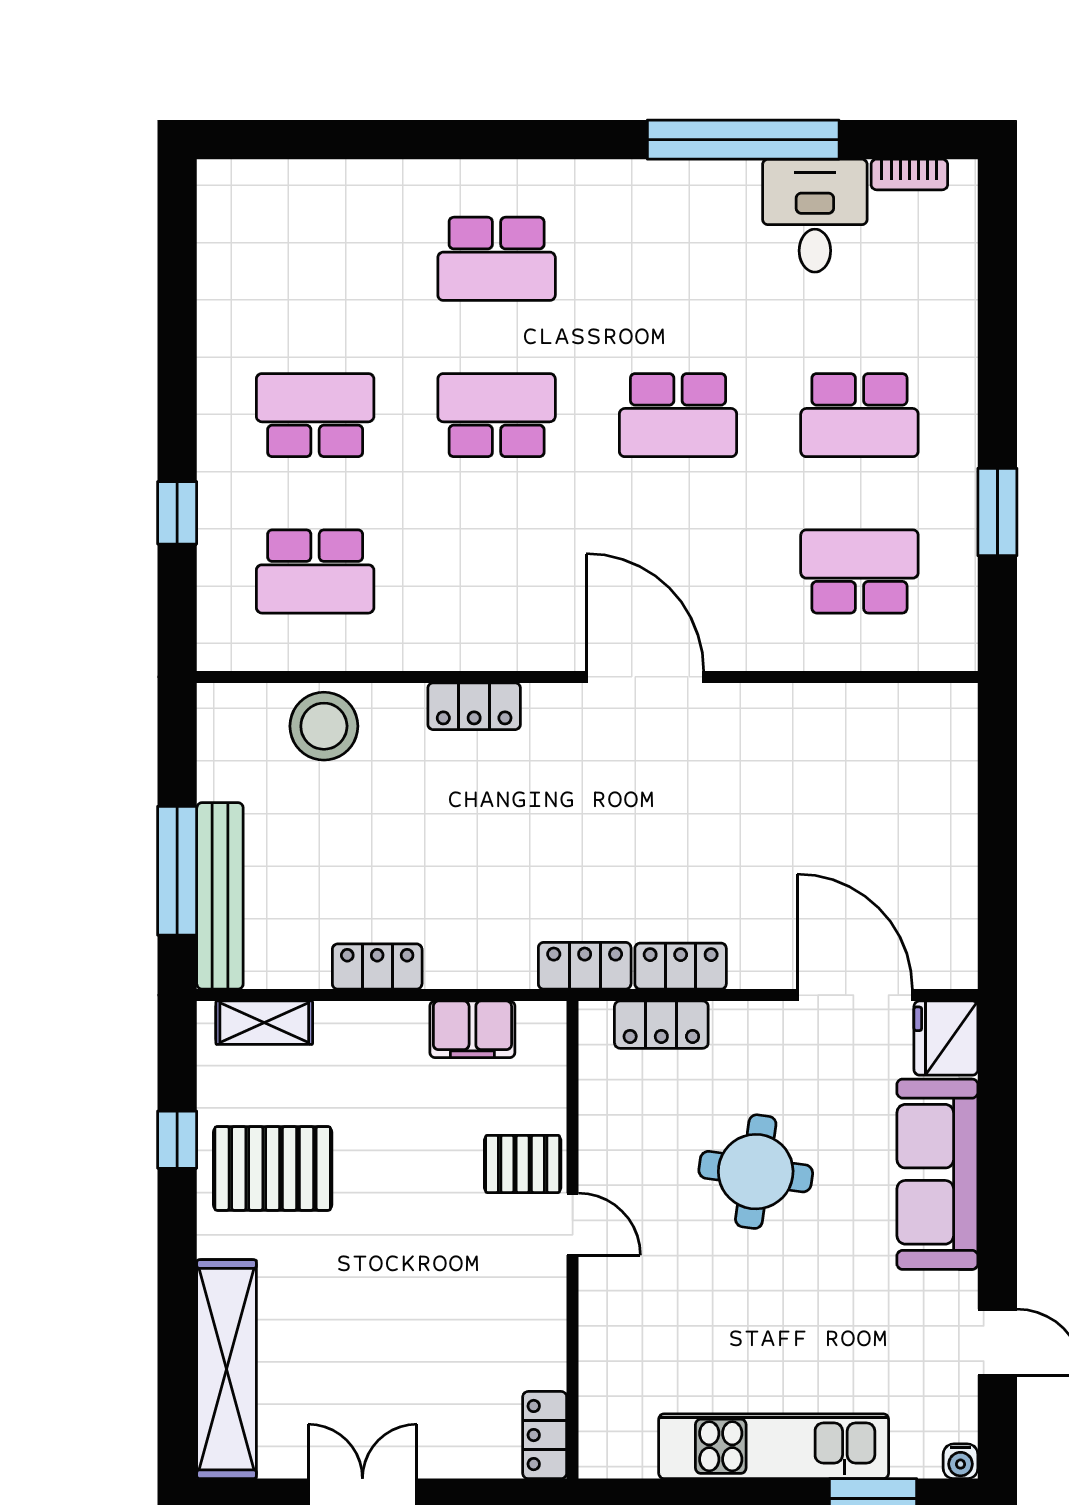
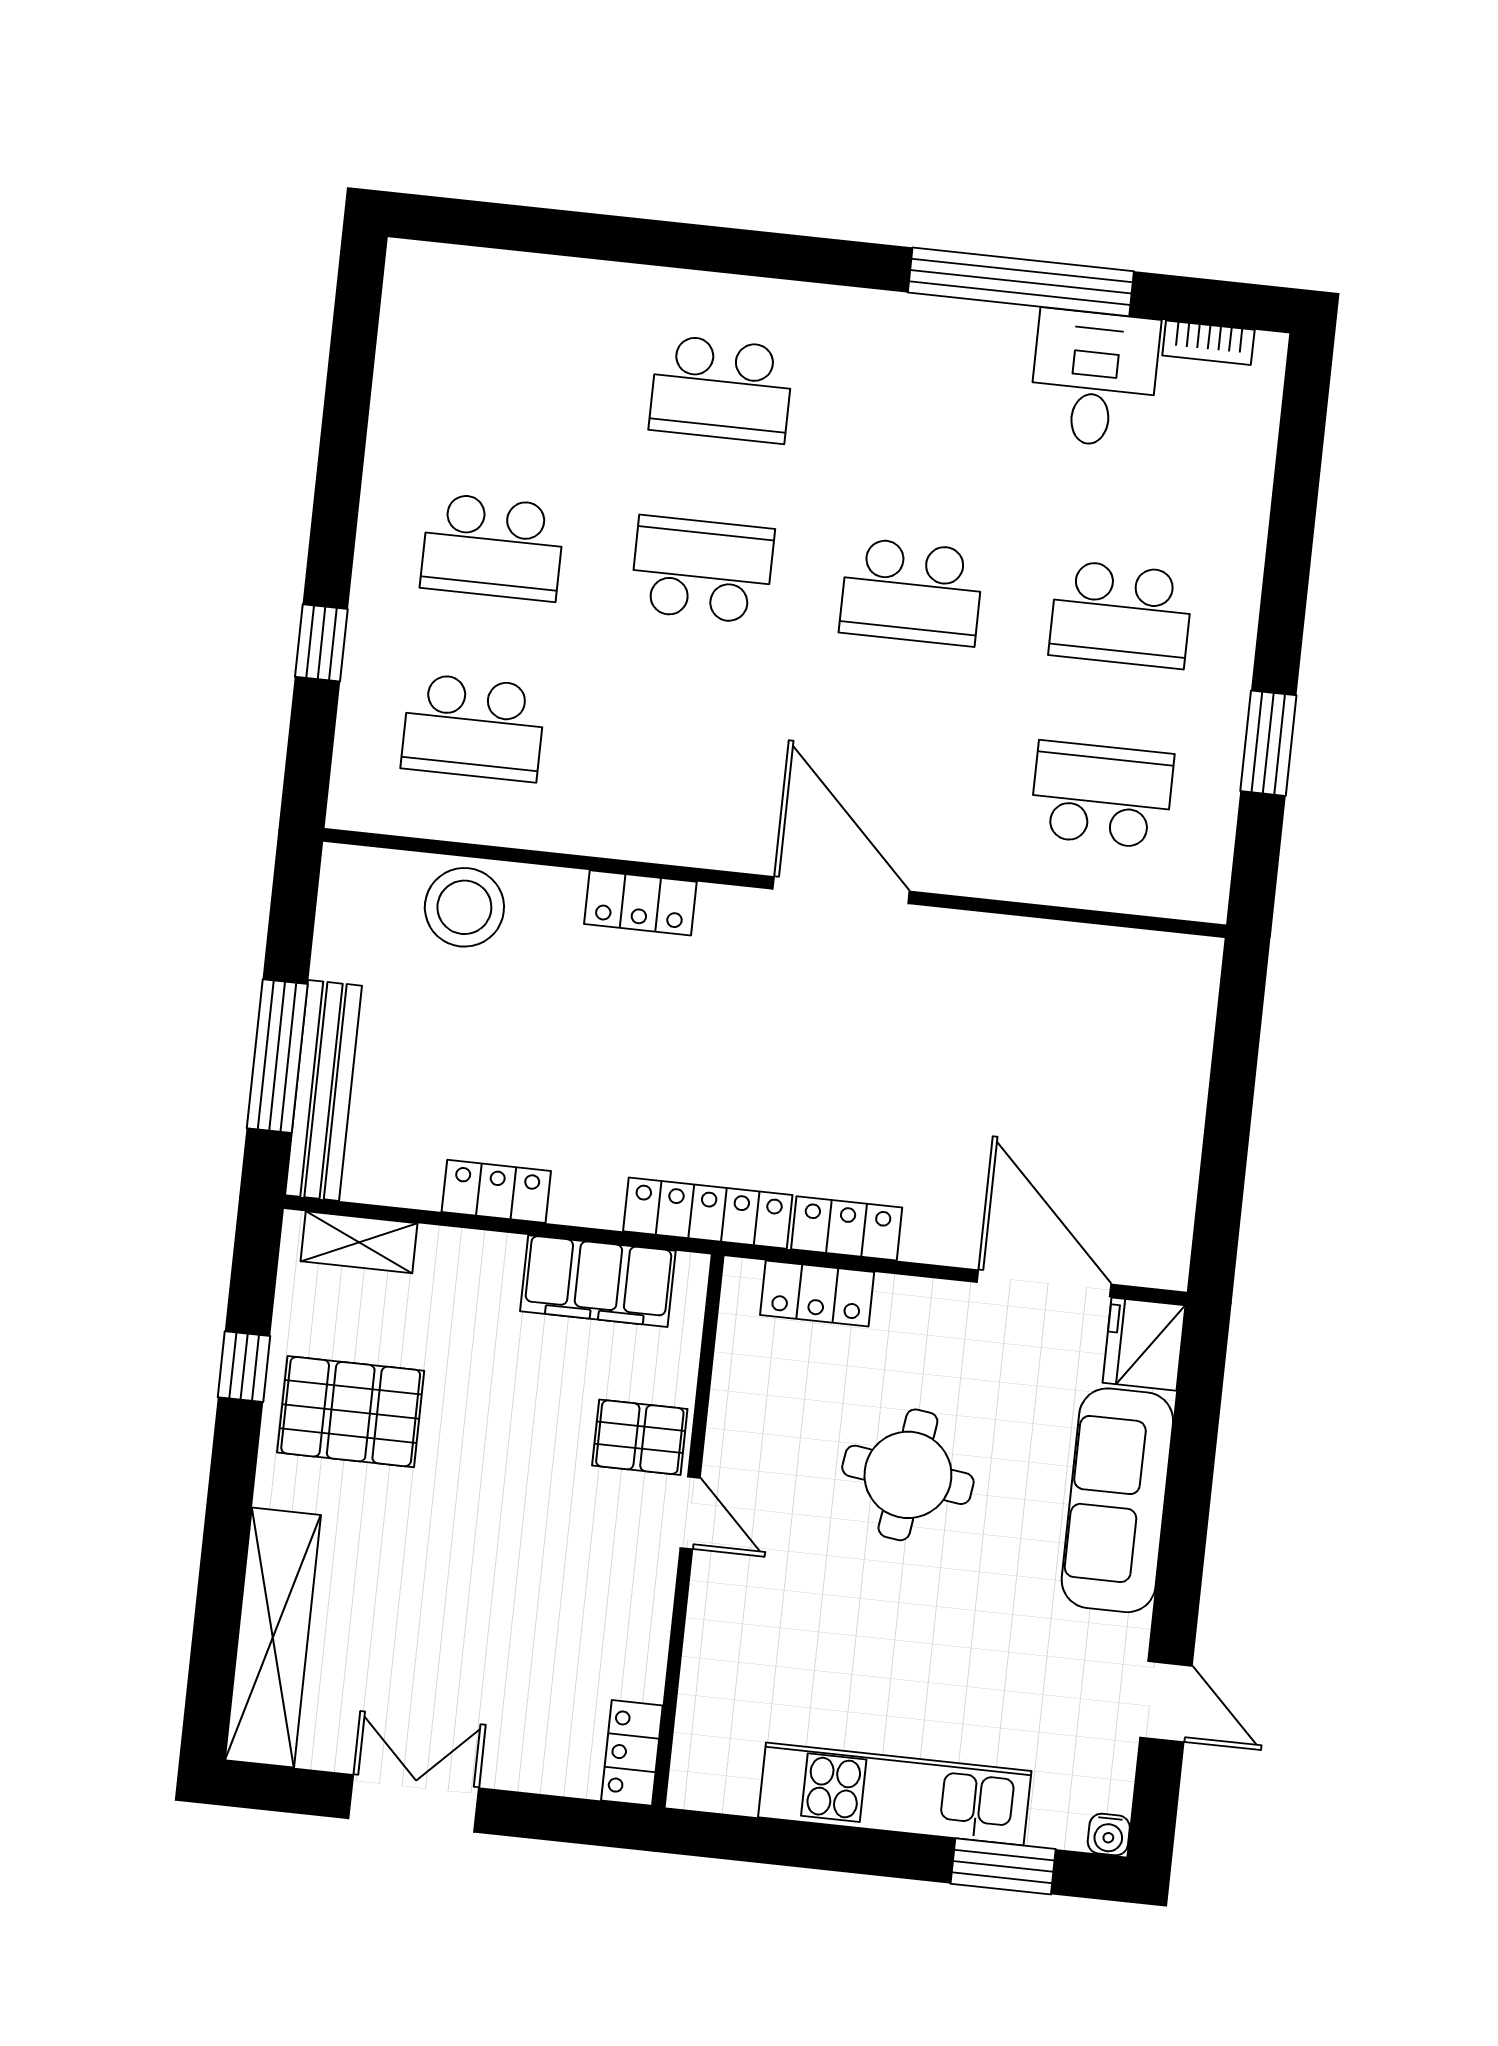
school desk: (315, 415) -> (493, 547), turned 180
locker: (585, 966) -> (708, 1213), width x1.53
filing cabinet: (472, 1029) -> (598, 1281), width x1.50, depth x1.17

